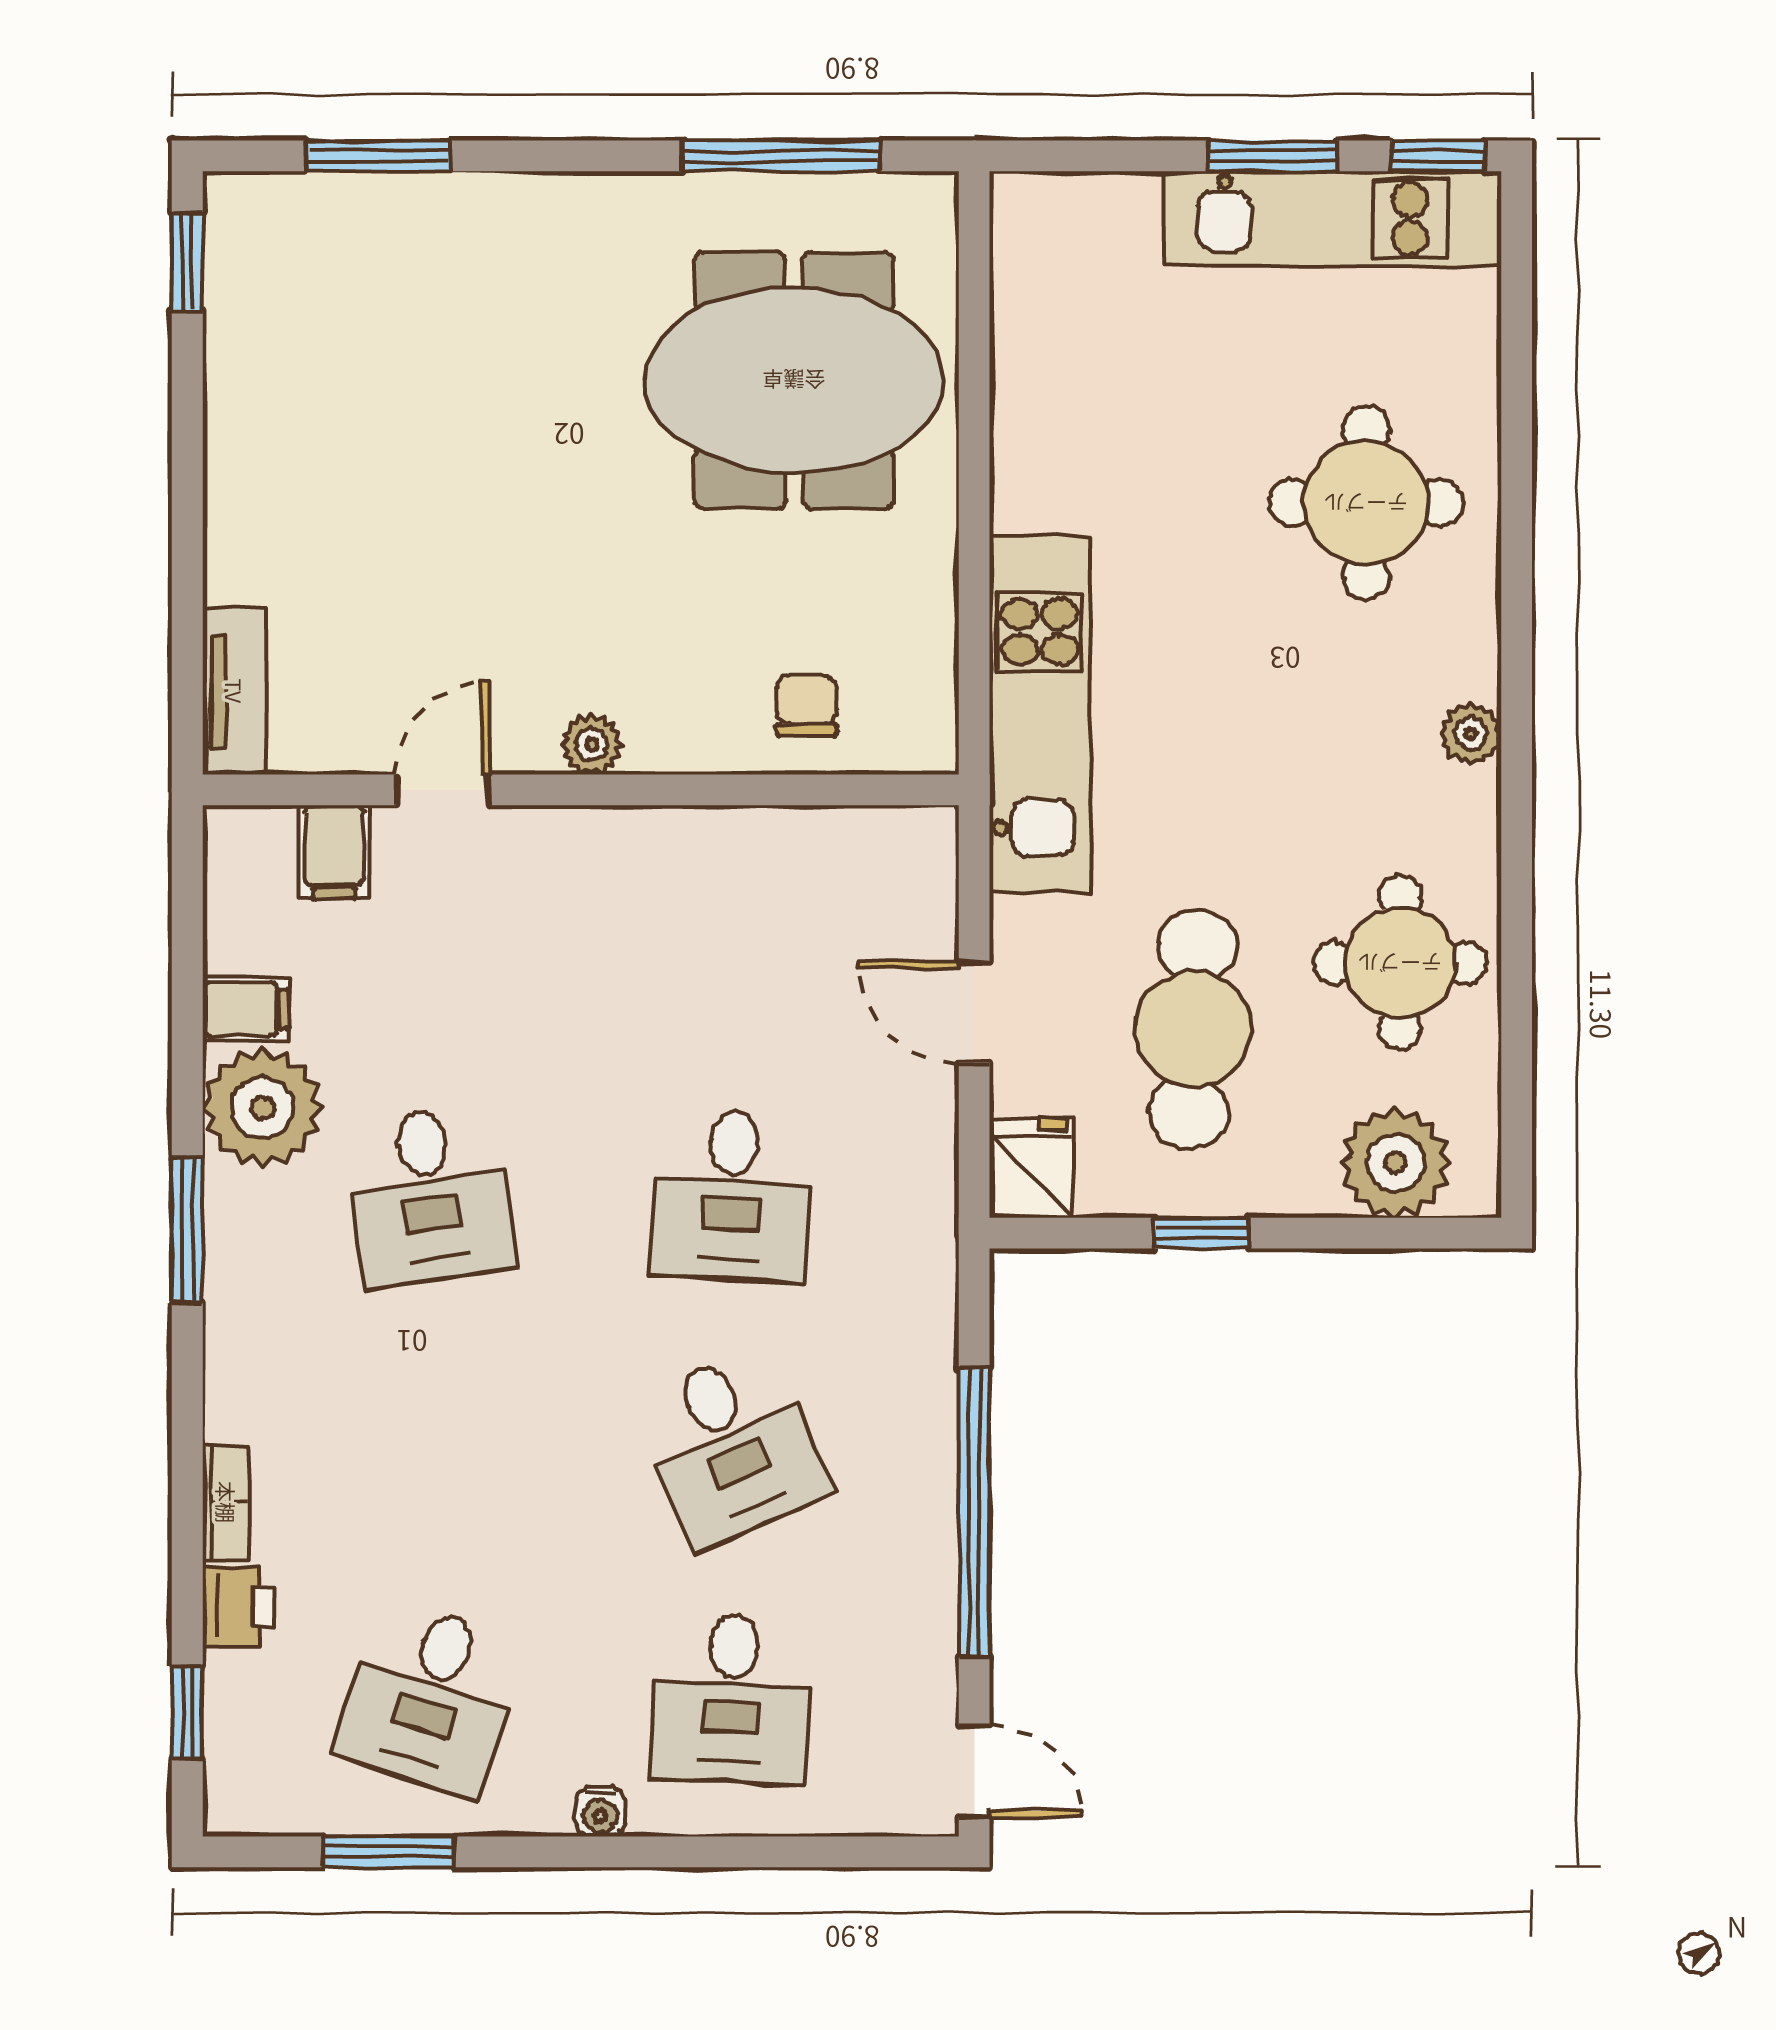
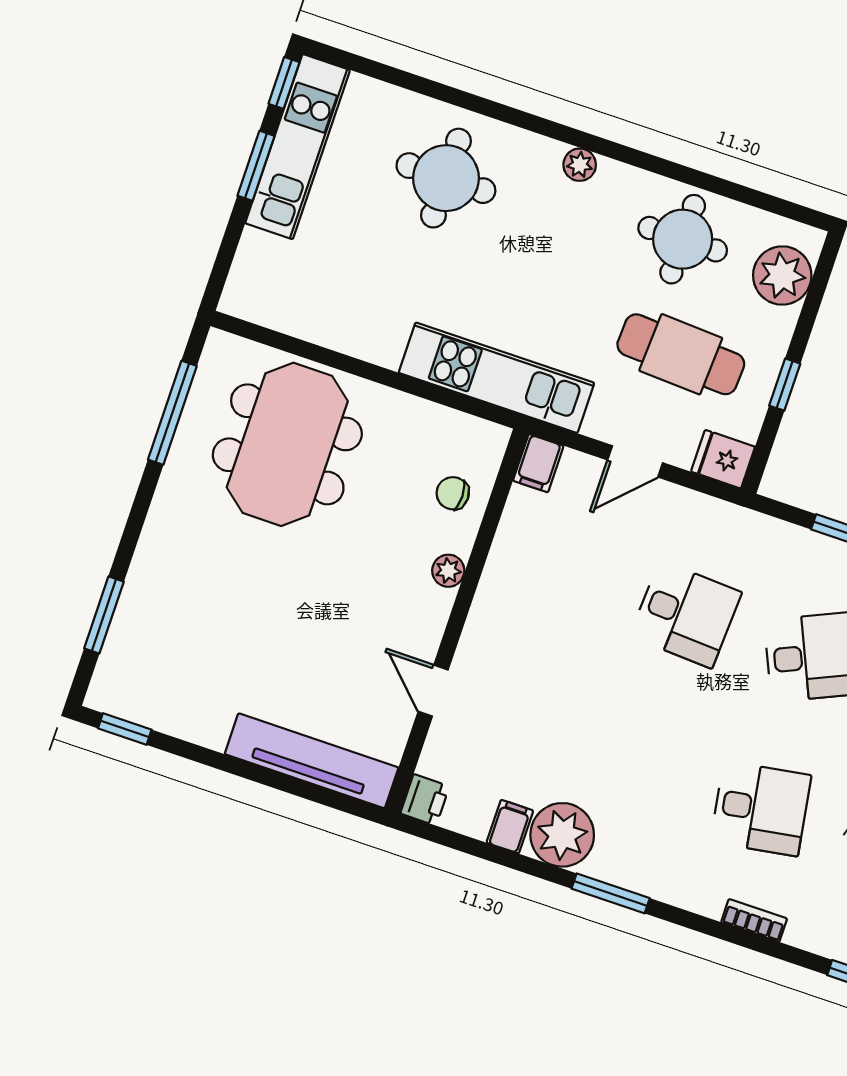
tv unit: (234, 691) -> (312, 761), width x1.92, depth x1.29
plant: (592, 744) -> (448, 571), moved
filing cabinet: (334, 852) -> (538, 463), moved, turned 90
desk: (430, 1195) -> (761, 808), moved
printer: (238, 1606) -> (425, 800), moved, turned 90

